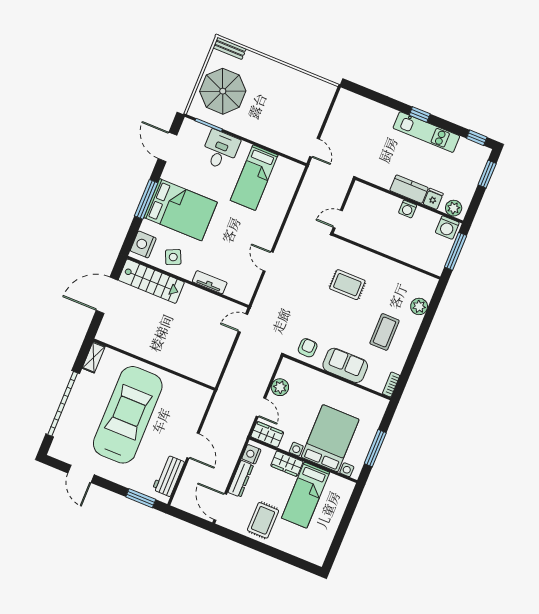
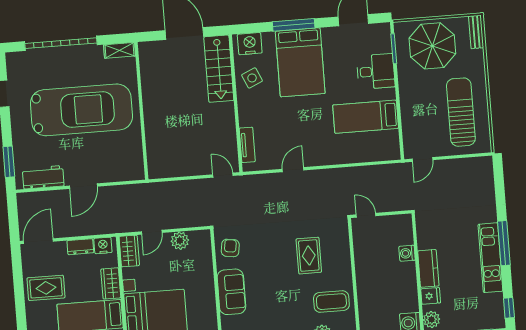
sun lounger: (291, 95) -> (461, 112), added
window: (420, 115) -> (504, 243), width x2.17
washing machine: (408, 209) -> (407, 253), moved
tv unit: (210, 282) -> (247, 145), moved
coffee table: (384, 332) -> (331, 302), moved
armchair: (308, 348) -> (230, 248), turned -84
dresser: (241, 479) -> (80, 247), width x0.70

